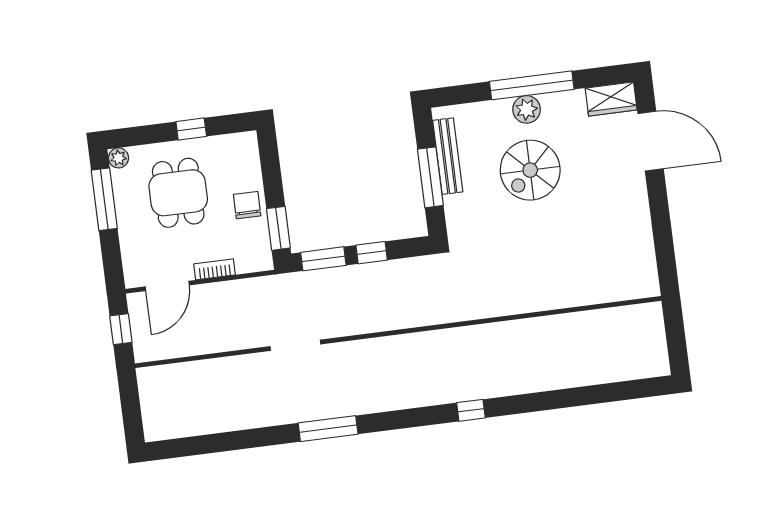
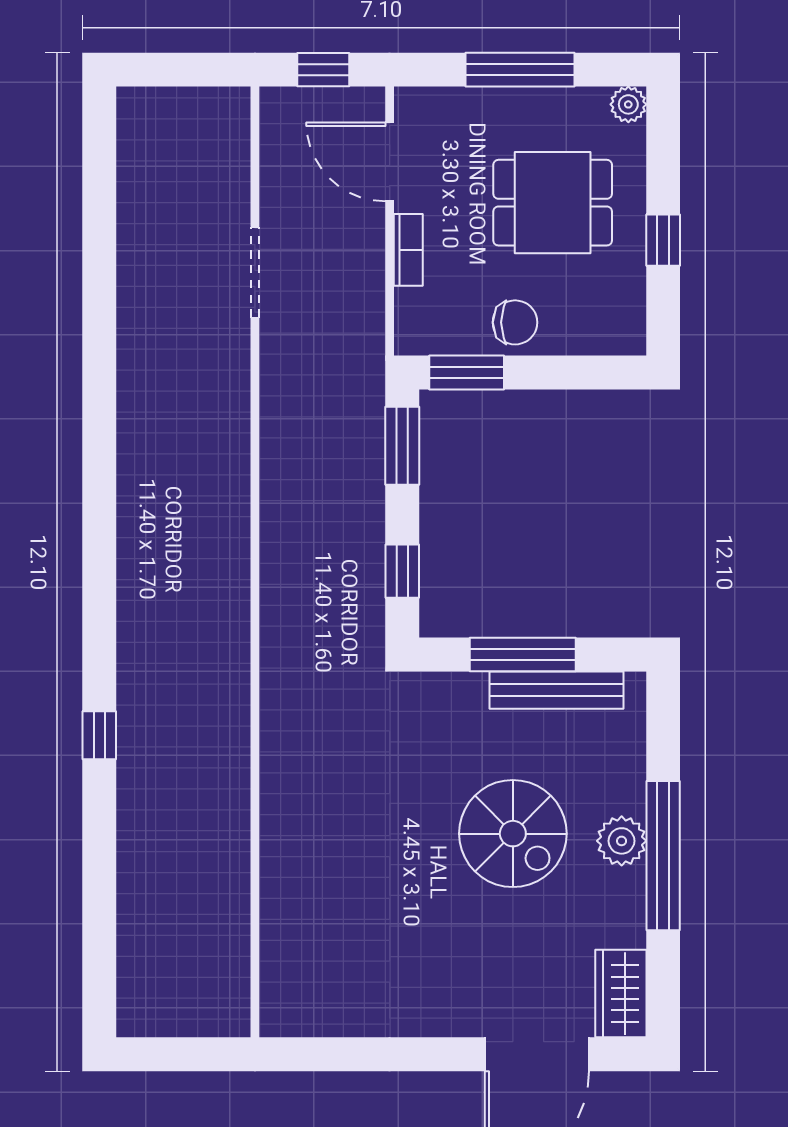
spiral stairs: (530, 170) -> (513, 834), turned 180
window: (104, 199) -> (520, 70), moved
window: (372, 253) -> (402, 571), moved
doorway: (295, 345) -> (255, 272), moved
window: (471, 410) -> (99, 735), moved
window: (328, 429) -> (99, 415), removed

